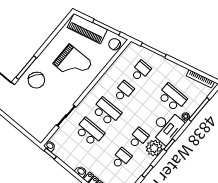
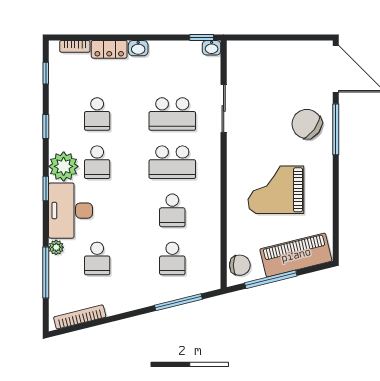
school desk: (172, 97) -> (97, 258), width x0.54

